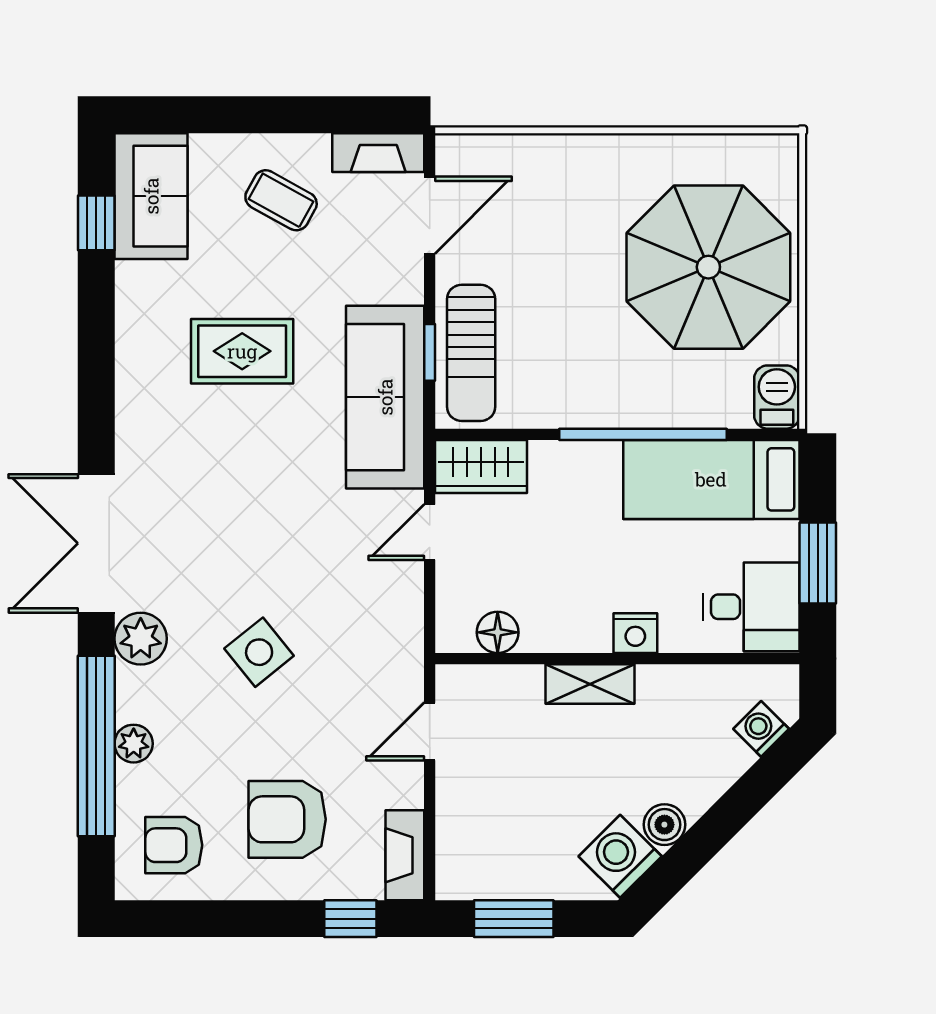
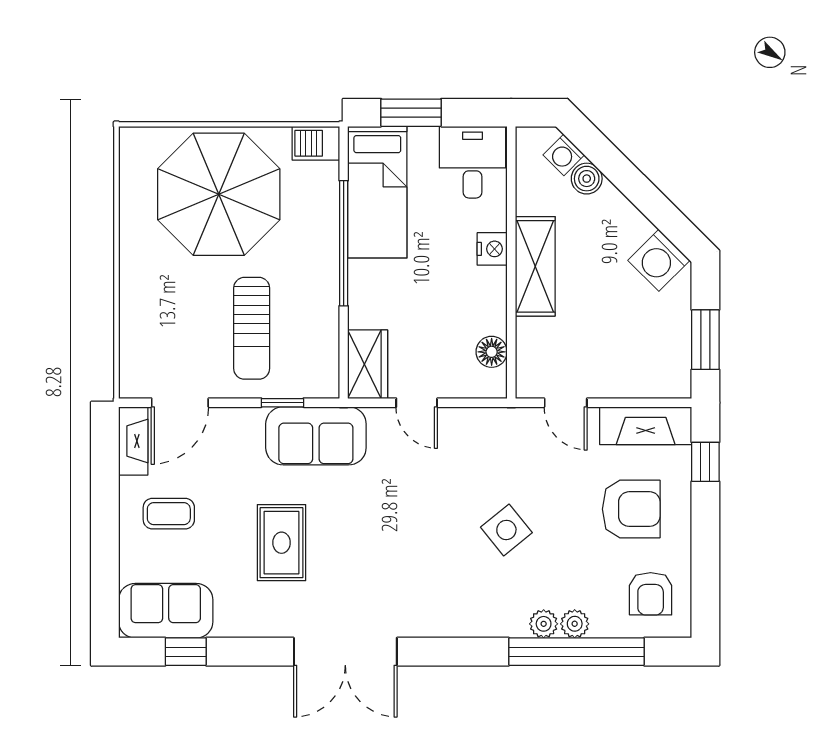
coffee table: (281, 200) -> (169, 514), turned 61
door: (430, 215) -> (180, 403), swing flipped
sun lounger: (471, 353) -> (252, 328), moved, turned 90
sofa: (385, 397) -> (316, 436), width x0.73
double door: (96, 543) -> (345, 652), moved
window: (818, 563) -> (411, 113), moved
plant: (141, 639) -> (544, 624), moved, width x0.73, depth x0.73
shelving: (590, 684) -> (535, 266), width x1.50, depth x1.33
armchair: (287, 819) -> (631, 509), turned -90
boiler: (664, 825) -> (587, 179), moved
fireplace: (405, 855) -> (646, 426), width x1.37, depth x1.32

